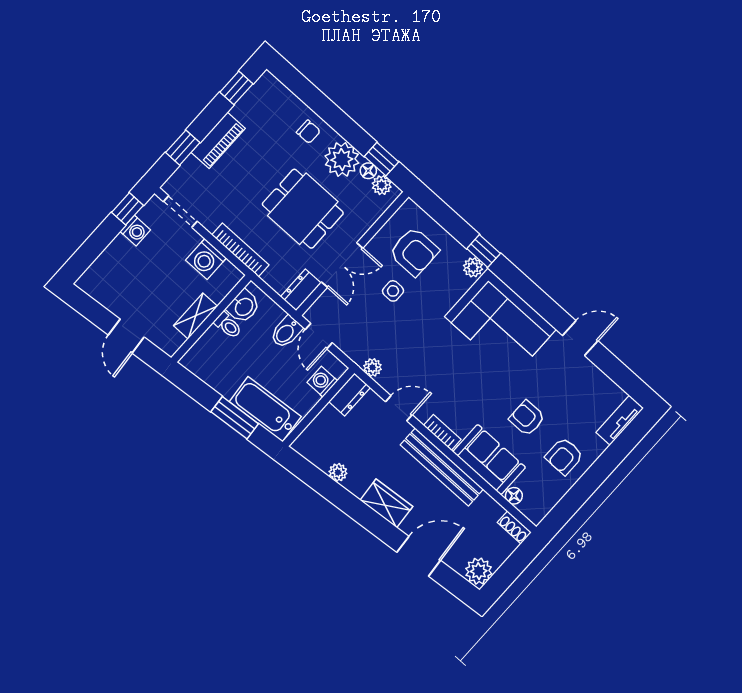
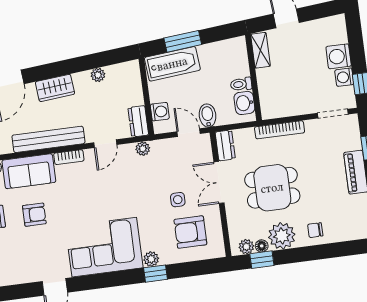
washing machine: (206, 259) -> (339, 56), moved, turned -90
shelving: (195, 316) -> (260, 50), moved

